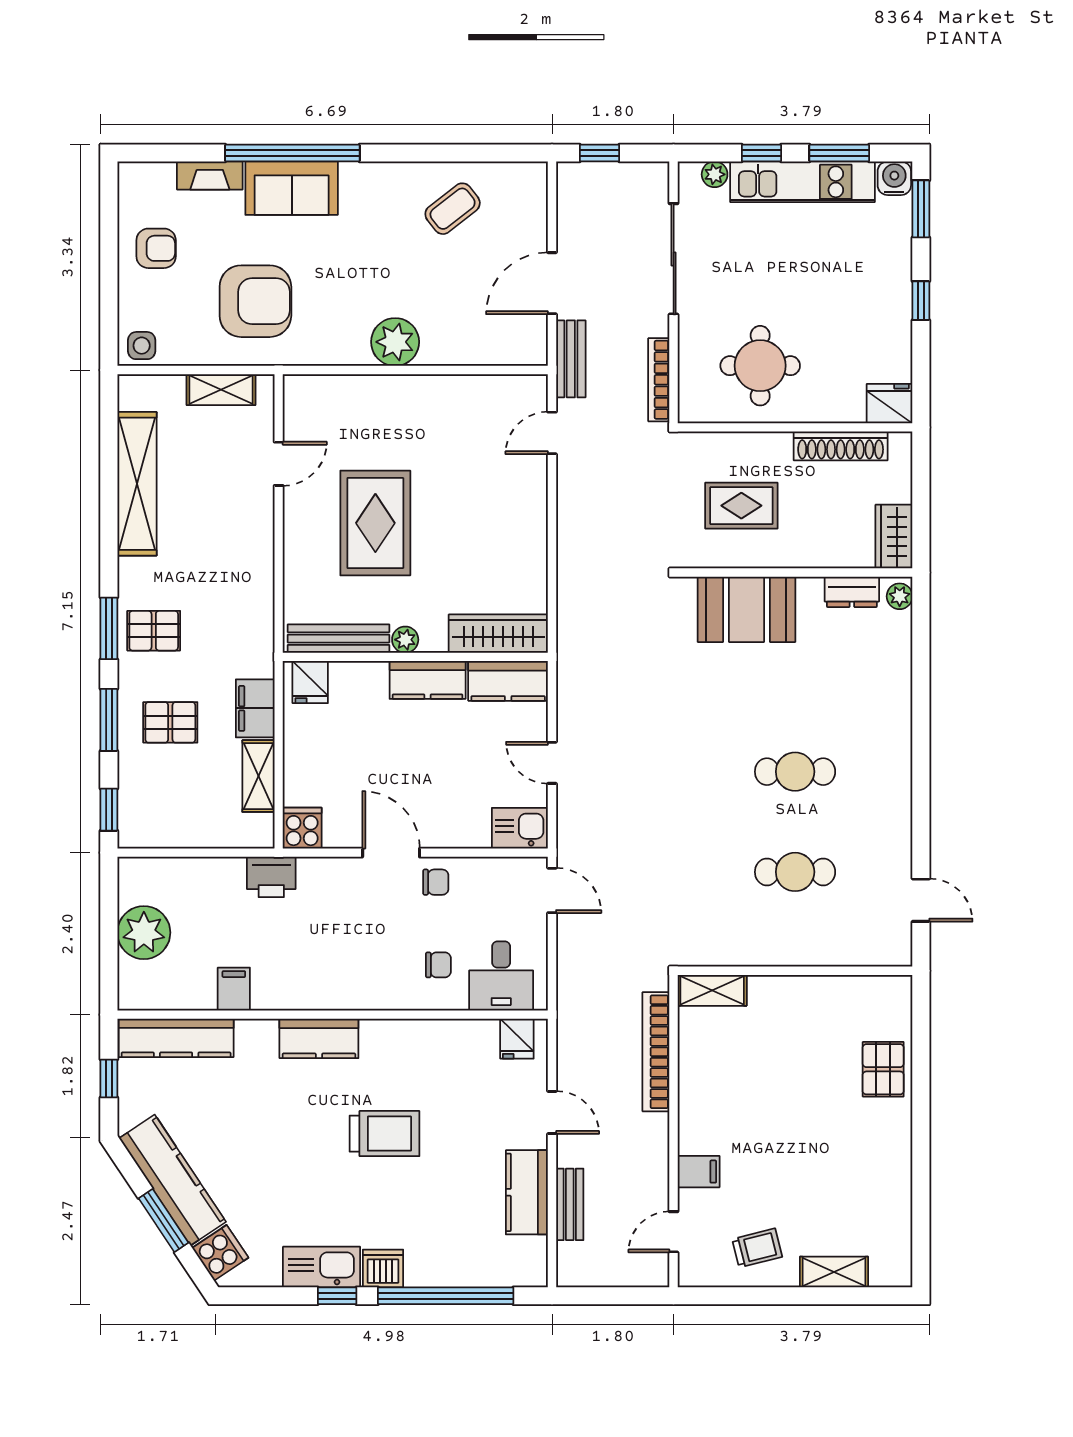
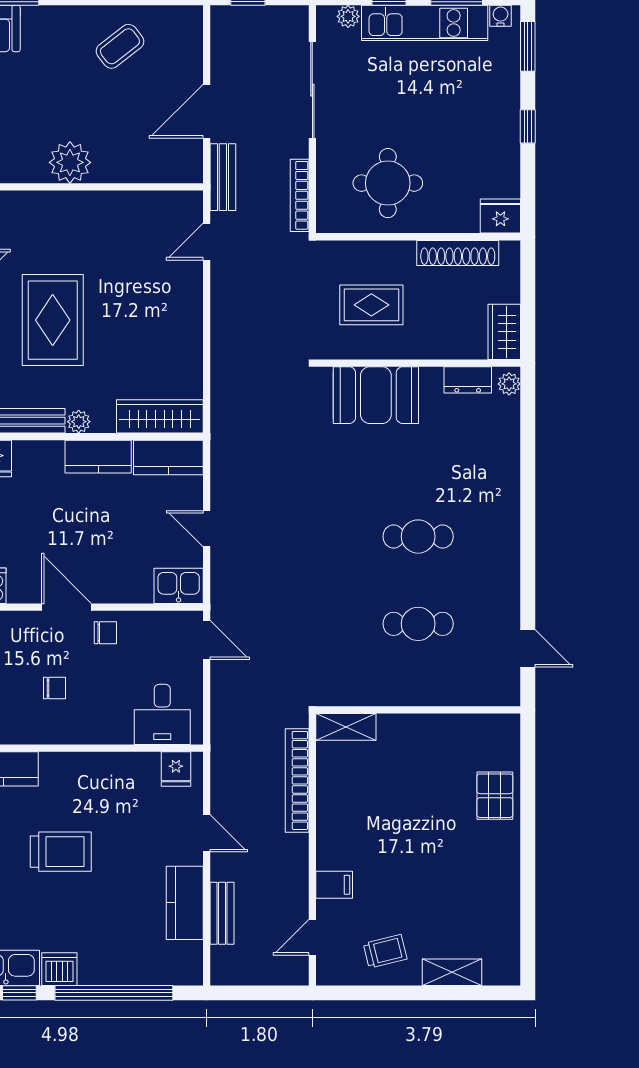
water cooler: (894, 178) -> (501, 16), width x0.72, depth x0.72
chair: (438, 965) -> (55, 688), moved

